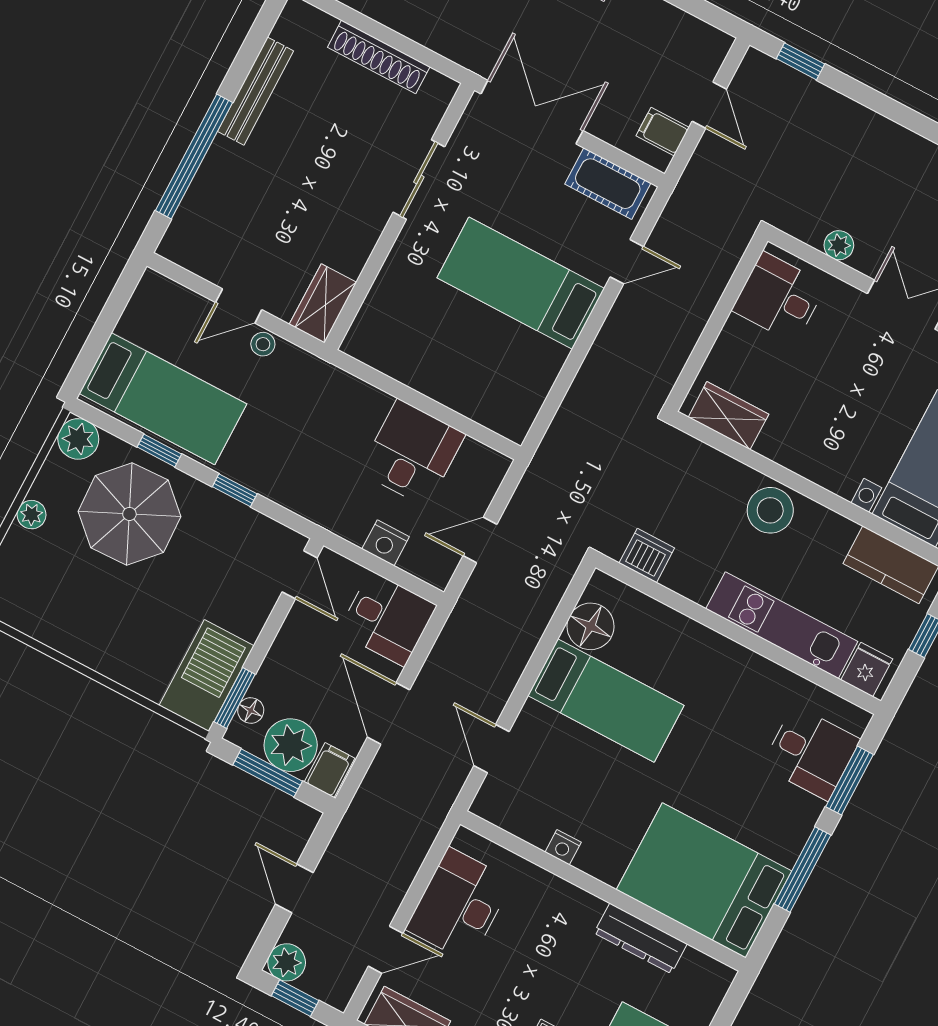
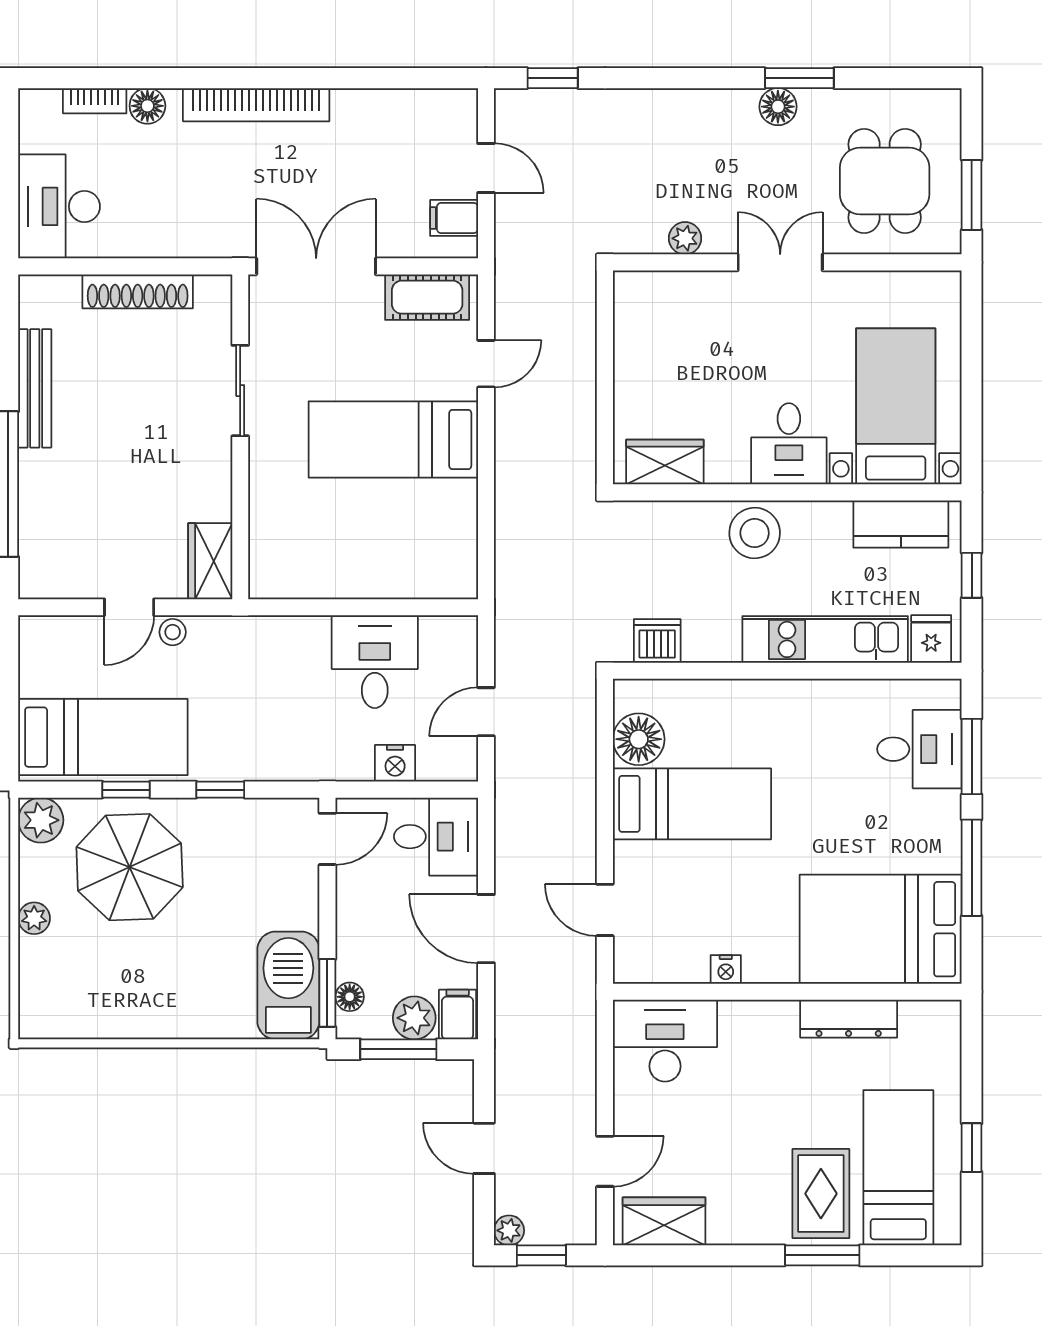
desk: (779, 297) -> (789, 444), moved, turned -90
door: (300, 575) -> (327, 839), hinge flipped
plant: (291, 745) -> (414, 1018), width x0.73, depth x0.73
desk: (459, 905) -> (665, 1041), moved, turned 90
plant: (287, 962) -> (509, 1230), width x0.73, depth x0.73

